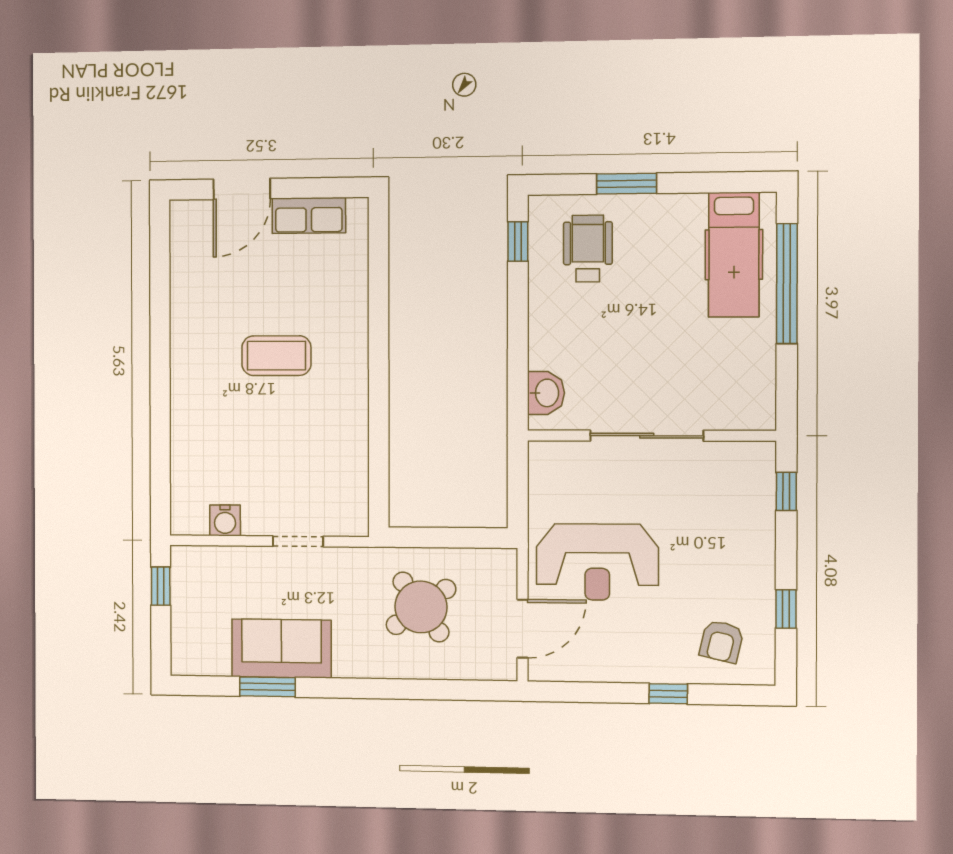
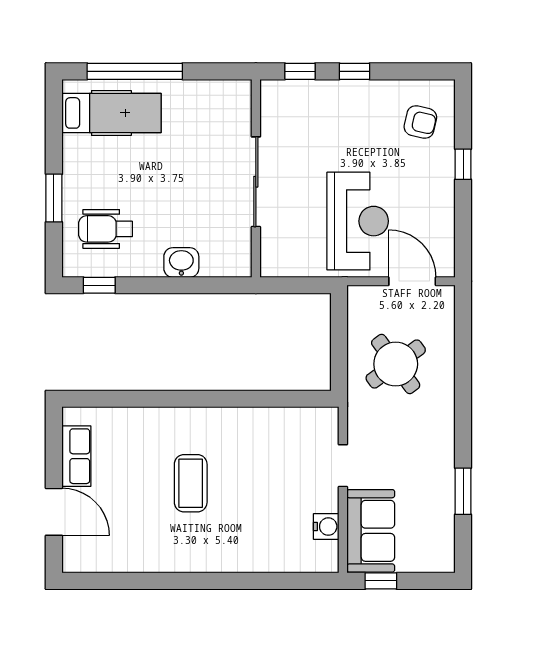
washbasin: (546, 393) -> (181, 262), moved
window: (786, 609) -> (354, 71), moved
sofa: (282, 648) -> (371, 531), moved, turned 180

